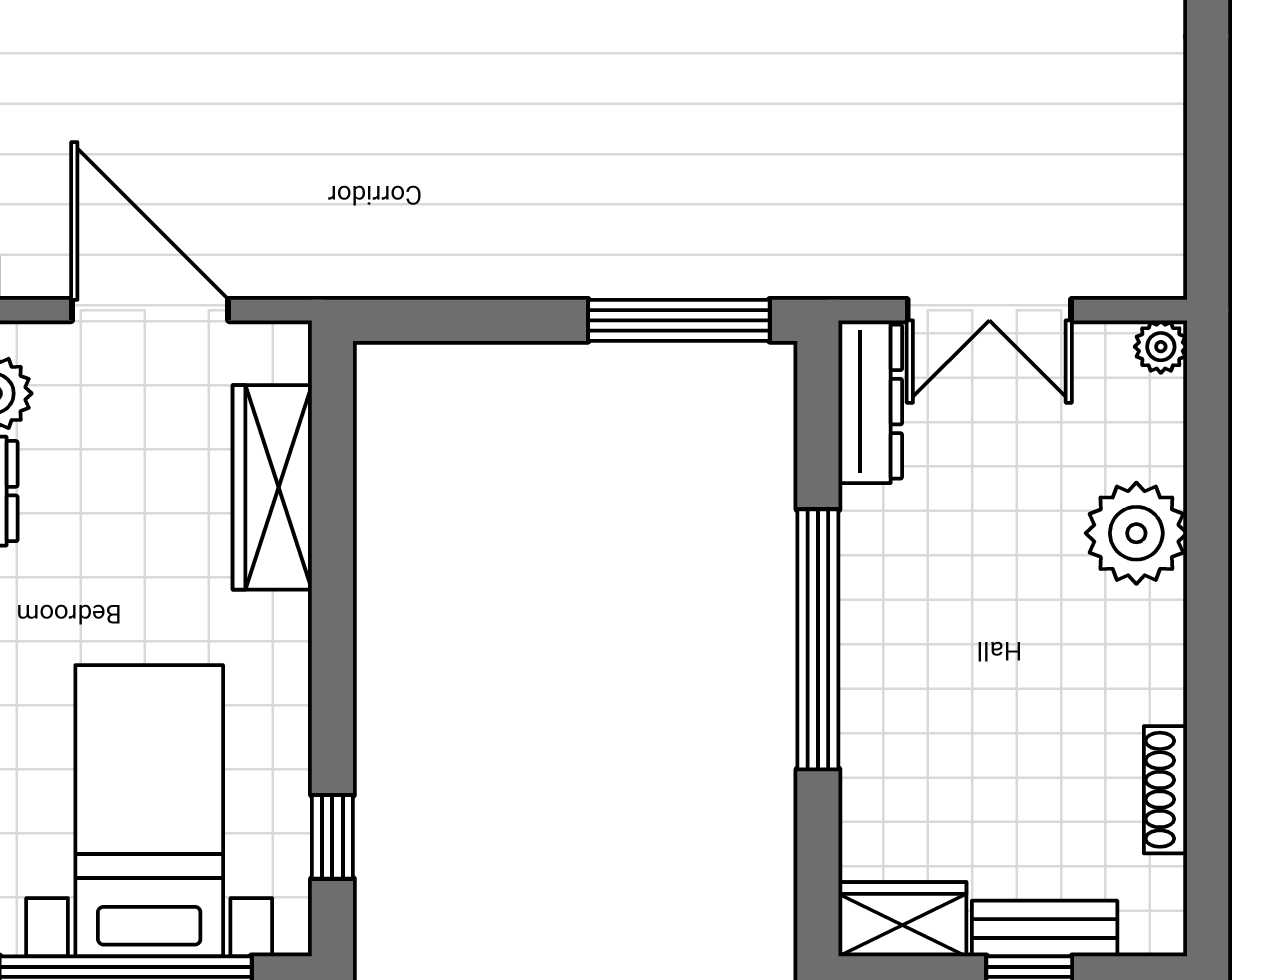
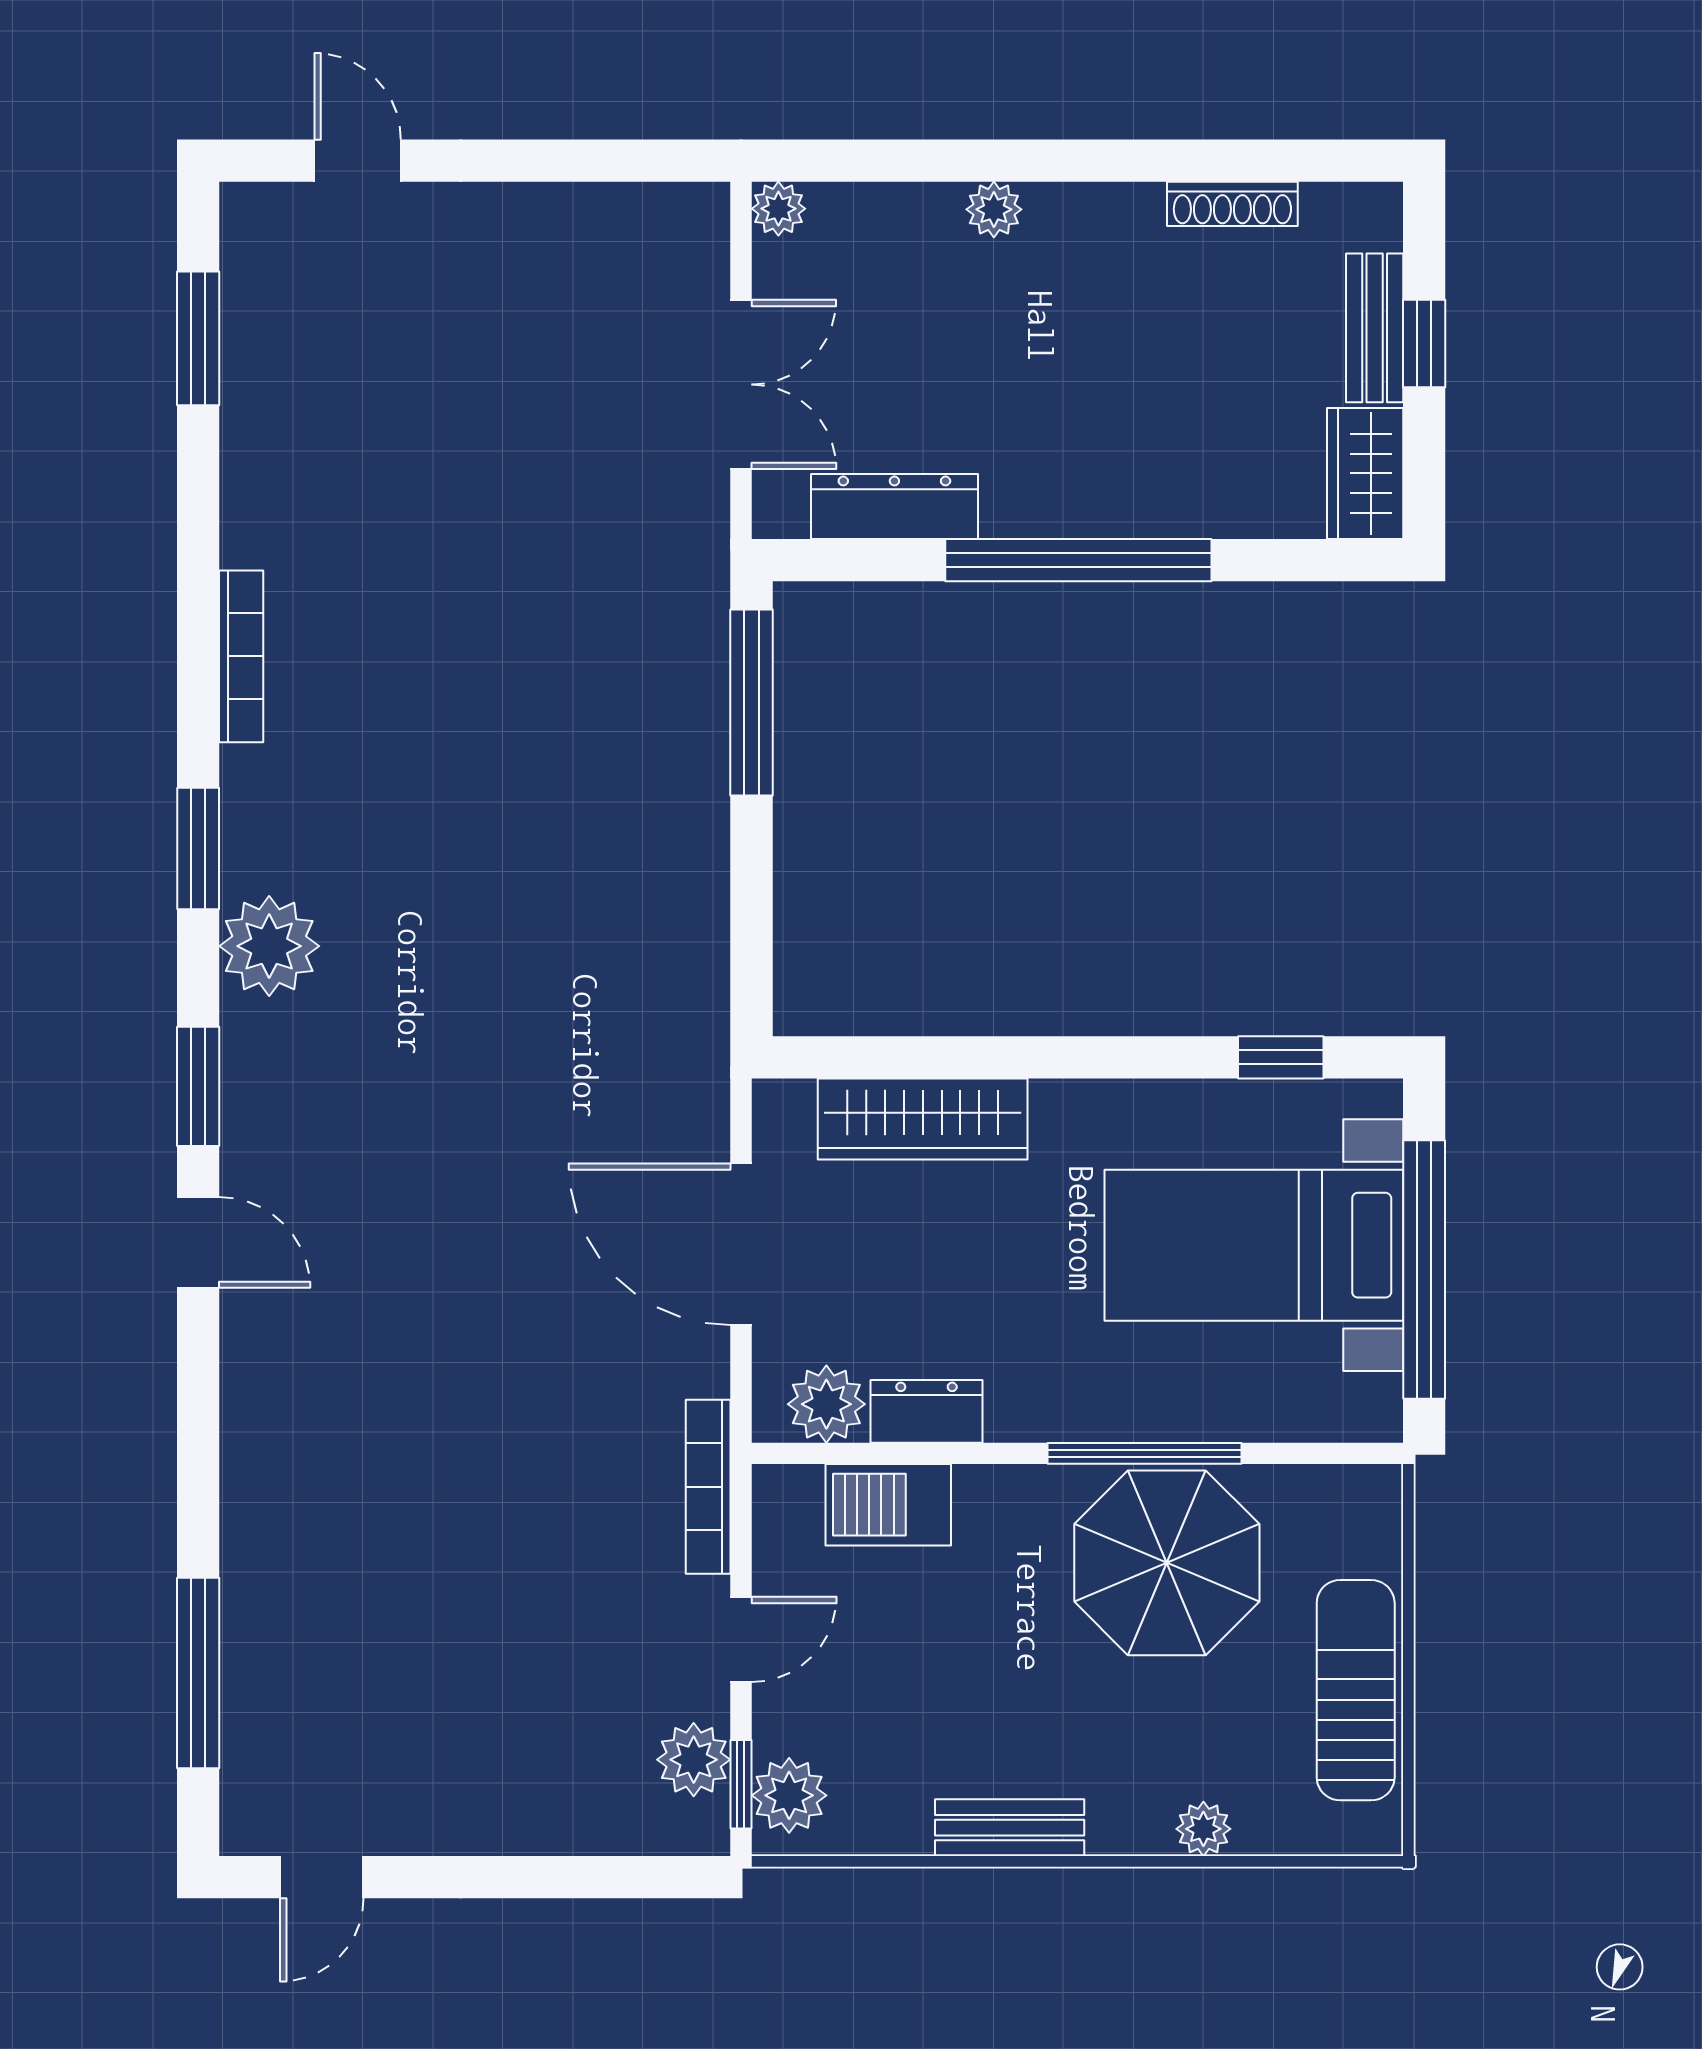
door: (150, 310) -> (741, 1244), hinge flipped
dresser: (870, 402) -> (894, 506), moved
plant: (1136, 533) -> (994, 209), width x0.53, depth x0.53

